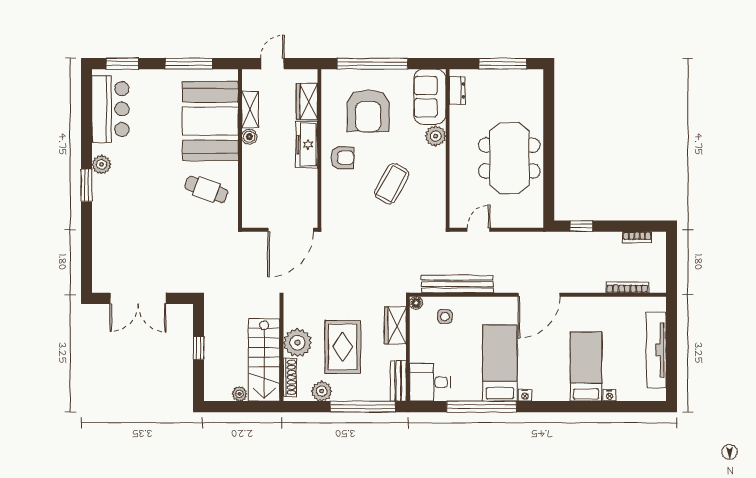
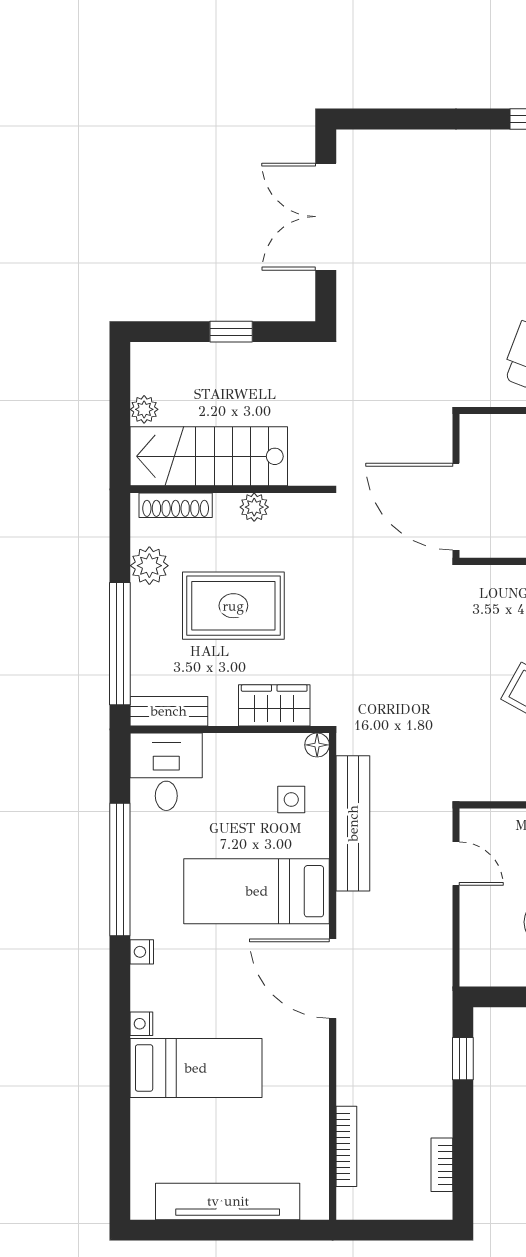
plant: (297, 343) -> (254, 507), width x0.53, depth x0.53
bed: (500, 363) -> (257, 891), moved, turned 180
nightstand: (609, 395) -> (141, 1024), moved

